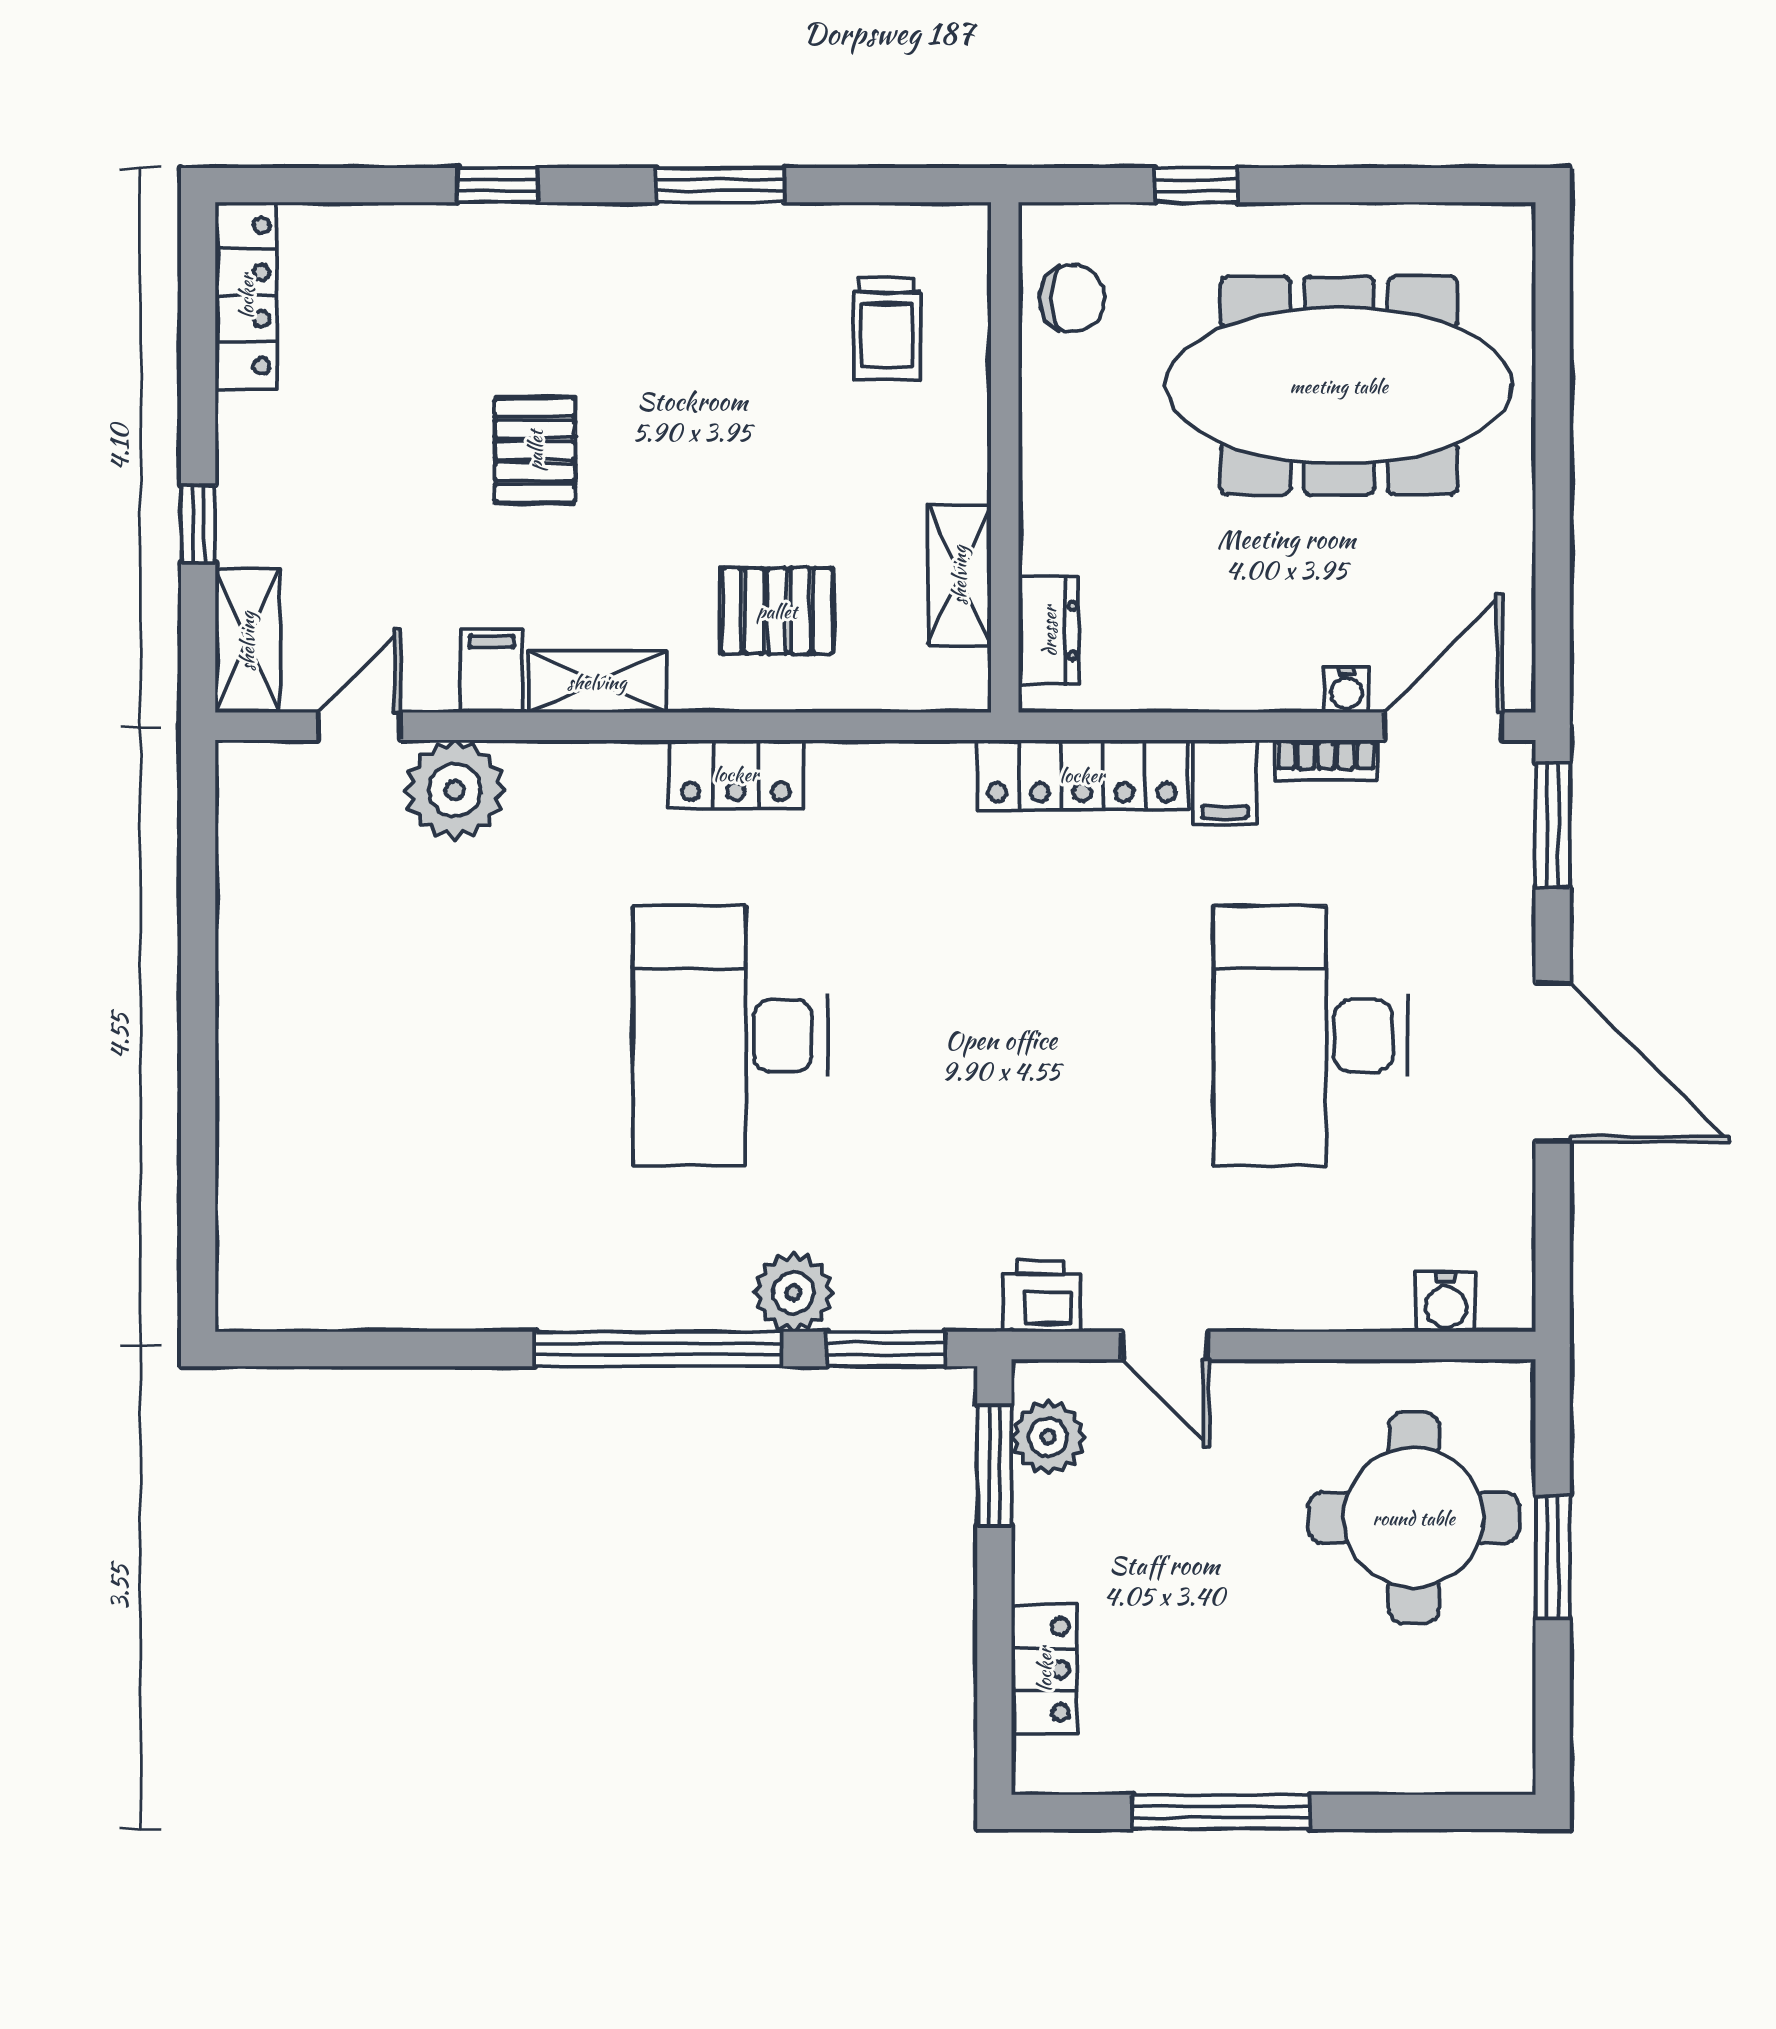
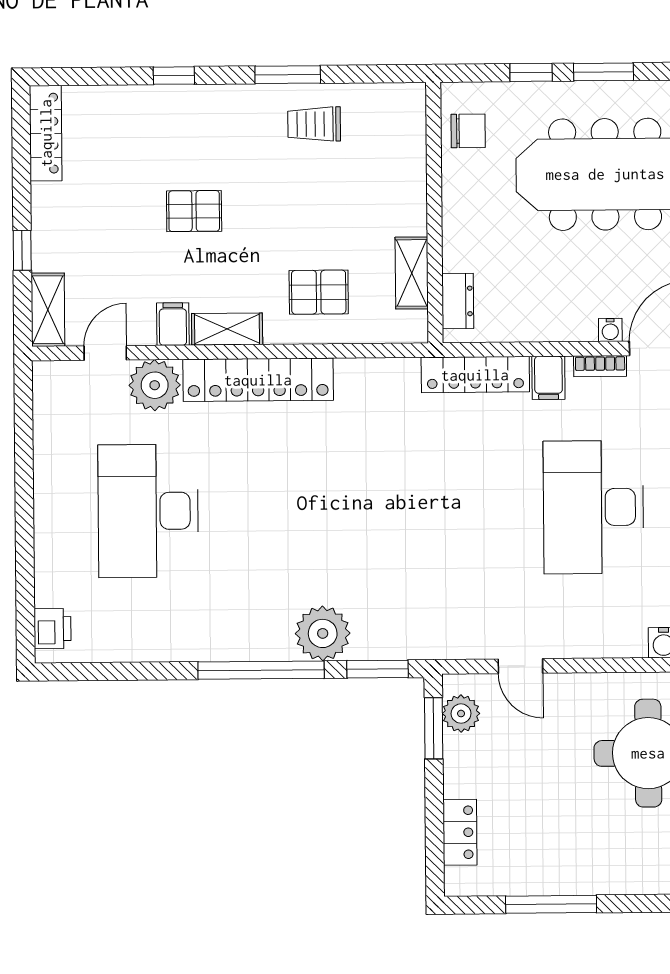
window: (1338, 185) -> (604, 72), added
trolley: (887, 329) -> (314, 124), moved, turned 90
pallet: (535, 450) -> (194, 211), turned 90
locker: (736, 774) -> (258, 380), width x2.16, depth x1.21
desk: (730, 1036) -> (148, 511), moved
plant: (793, 1293) -> (323, 633), width x1.36, depth x1.36
printer: (1041, 1296) -> (52, 629), moved, turned 90

